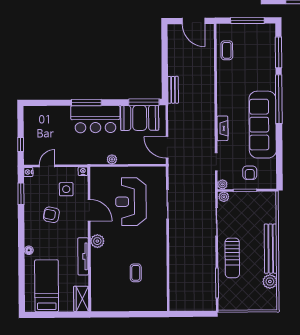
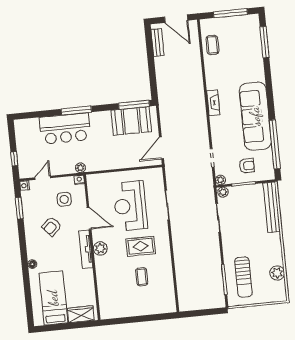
bench: (173, 90) -> (157, 42), moved
window: (279, 99) -> (275, 144), moved
bar counter: (95, 119) -> (65, 128), moved
fireplace: (222, 128) -> (213, 103), moved
door: (167, 147) -> (162, 148), hinge flipped
plant: (112, 159) -> (80, 168), moved
armchair: (250, 173) -> (247, 166), turned -90
armchair: (51, 215) -> (52, 226), turned -53
rug: (137, 243) -> (141, 246), added
bench: (271, 249) -> (272, 207), moved
tv unit: (83, 256) -> (86, 249), moved
sun lounger: (232, 258) -> (243, 277), moved
wardrobe: (81, 299) -> (81, 314), moved, turned 90

